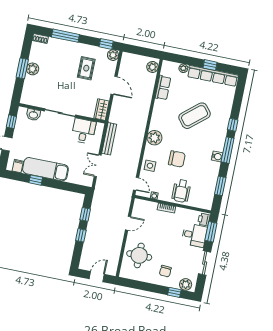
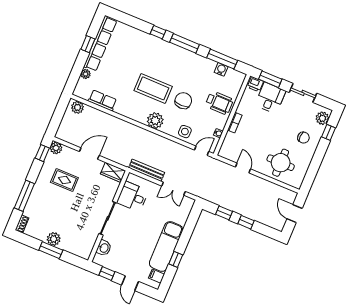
coffee table: (195, 116) -> (153, 88), moved, turned -50
water cooler: (217, 156) -> (221, 69), moved
window: (220, 186) -> (222, 59), width x1.44

